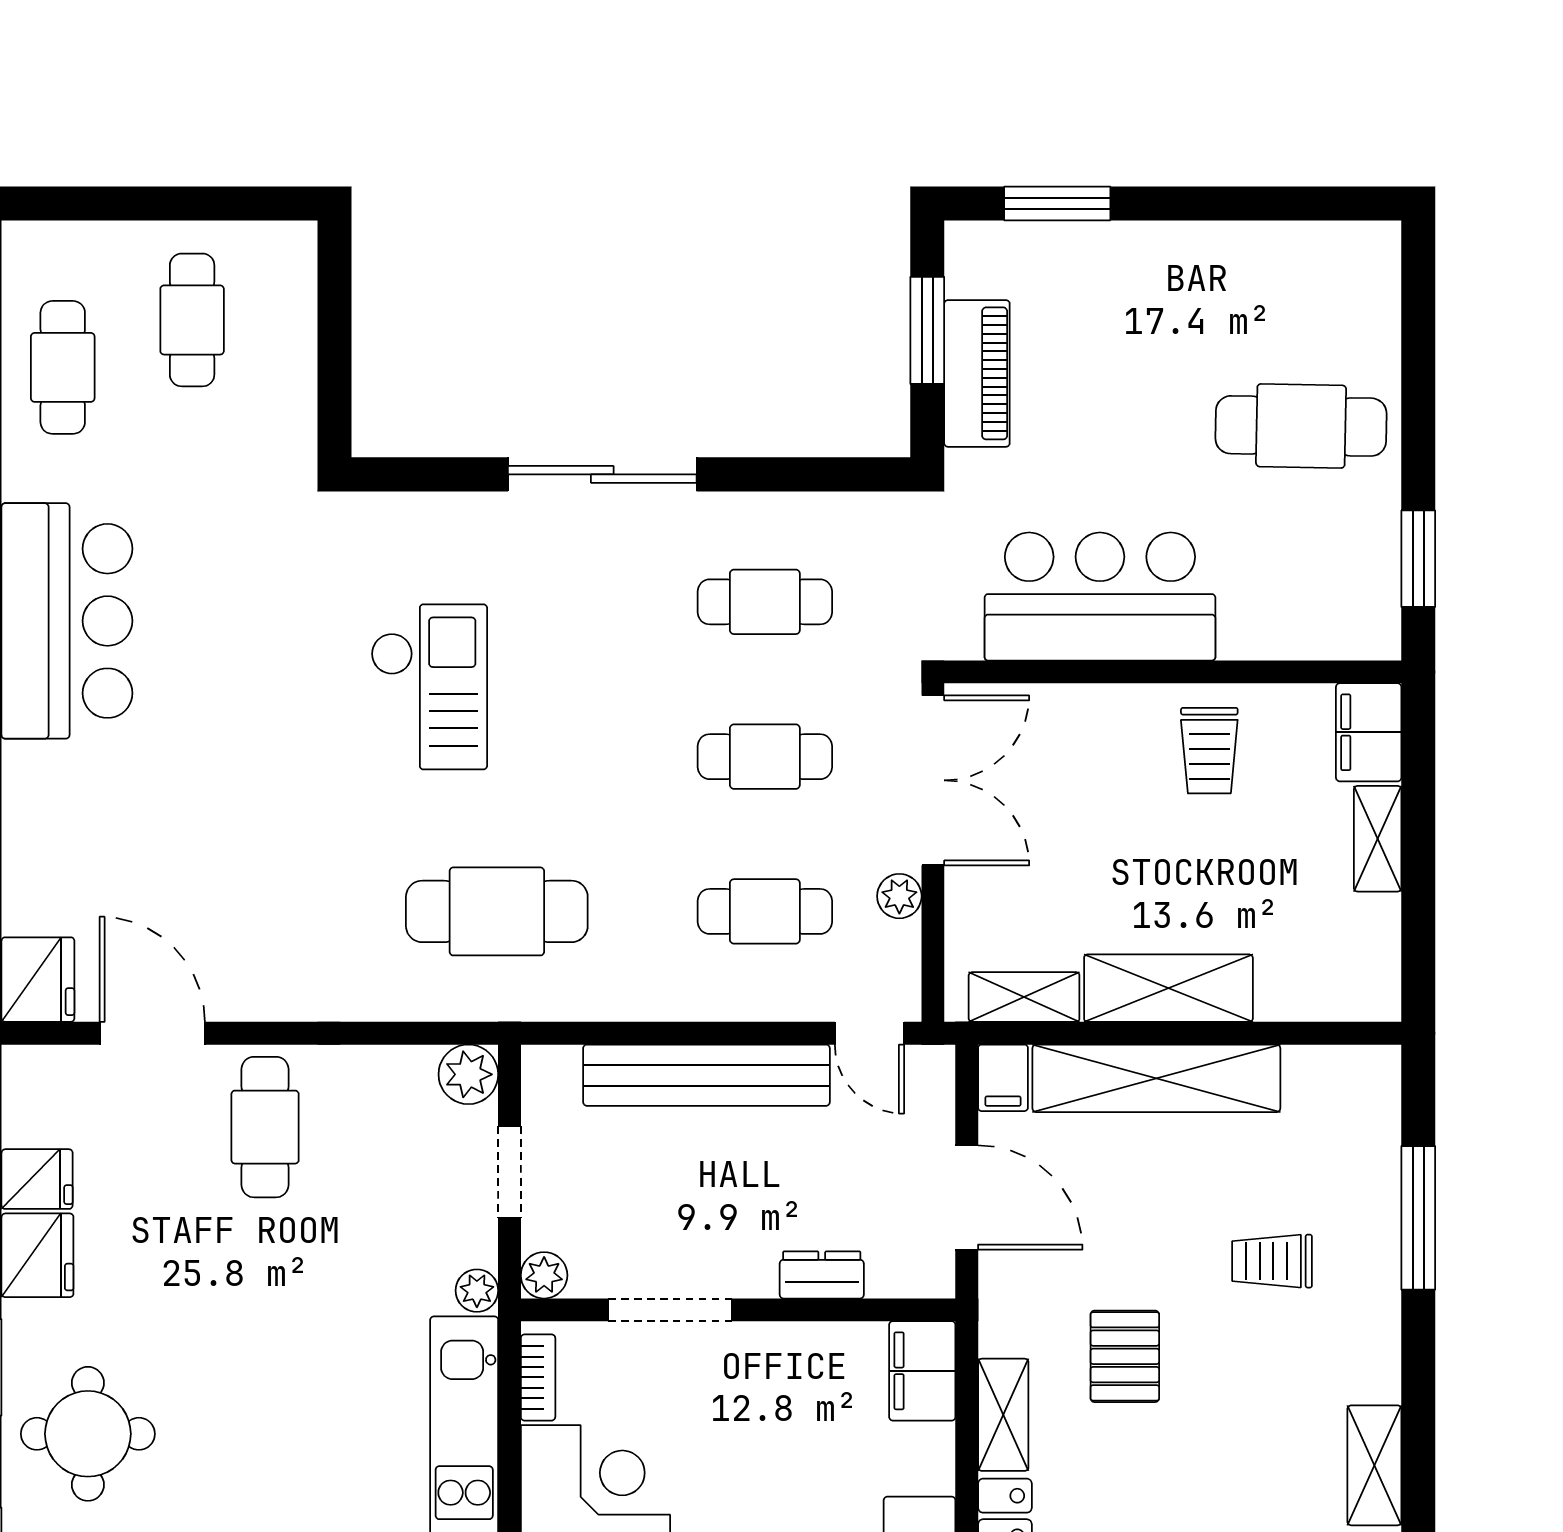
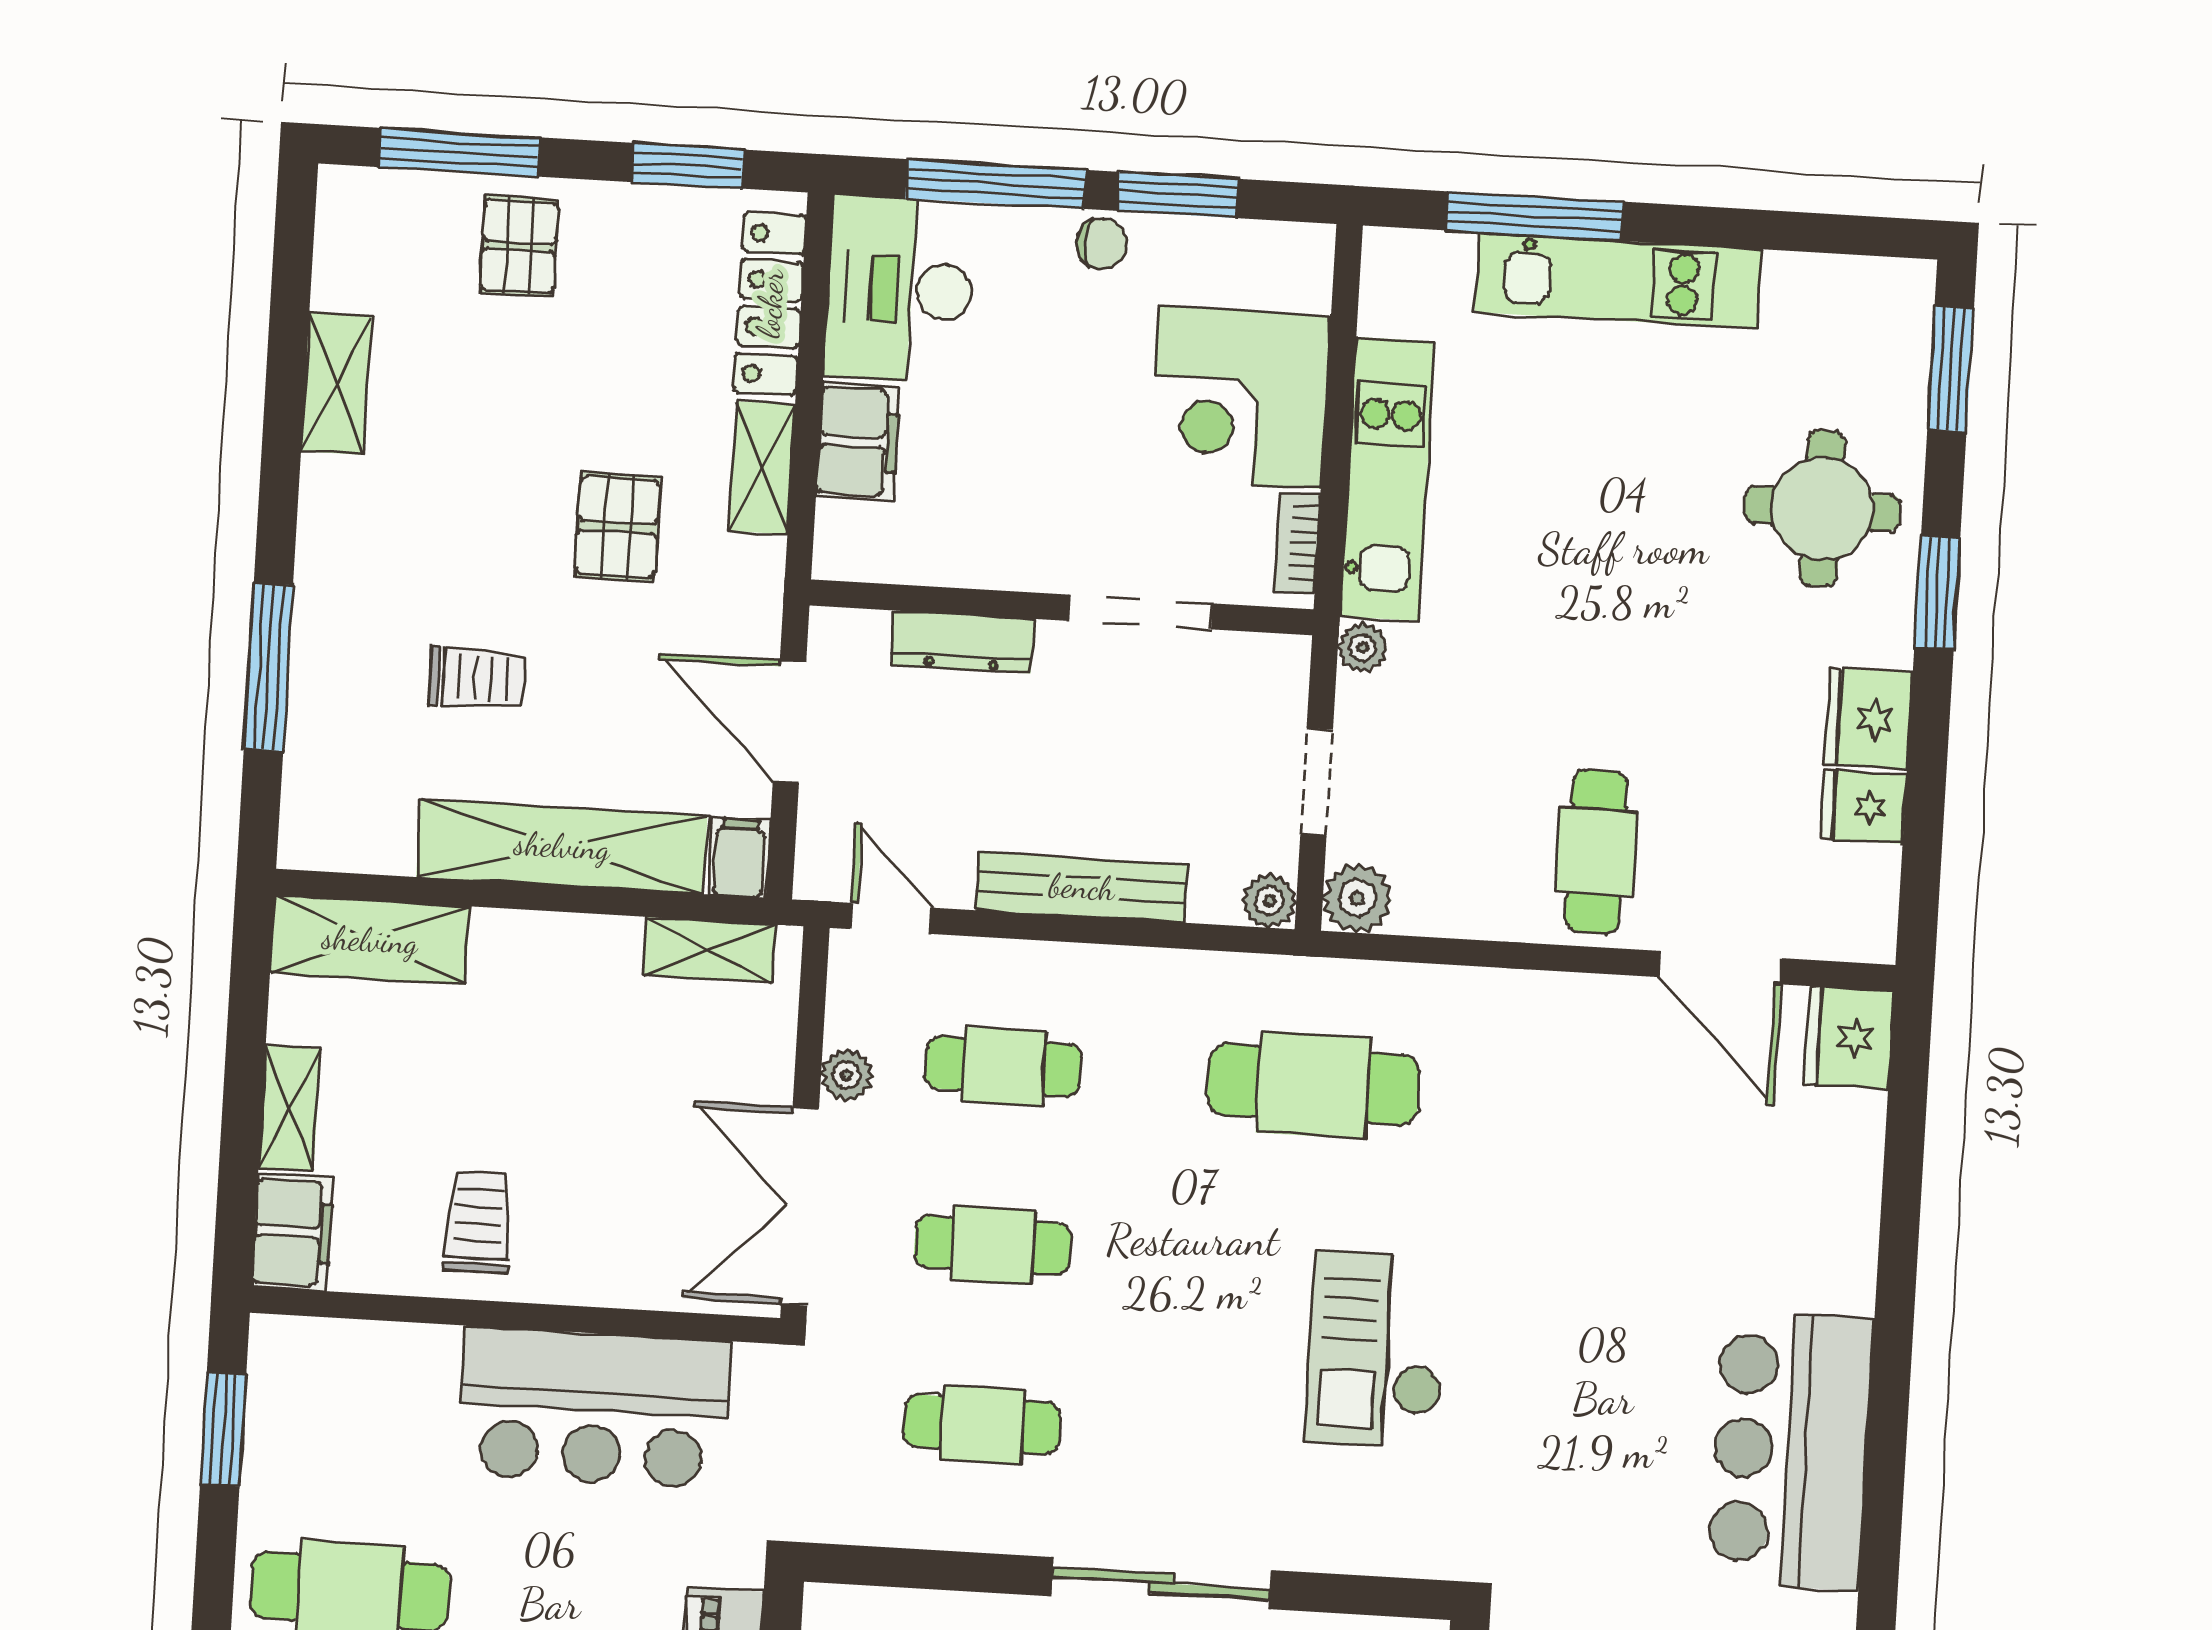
shelving: (1168, 988) -> (370, 940), moved
bench: (706, 1075) -> (1082, 887), width x0.73, depth x0.82
trolley: (1272, 1261) -> (477, 678), moved
plant: (544, 1275) -> (1269, 901), moved
dresser: (822, 1275) -> (962, 642), width x1.44
filing cabinet: (922, 1371) -> (858, 441), moved

